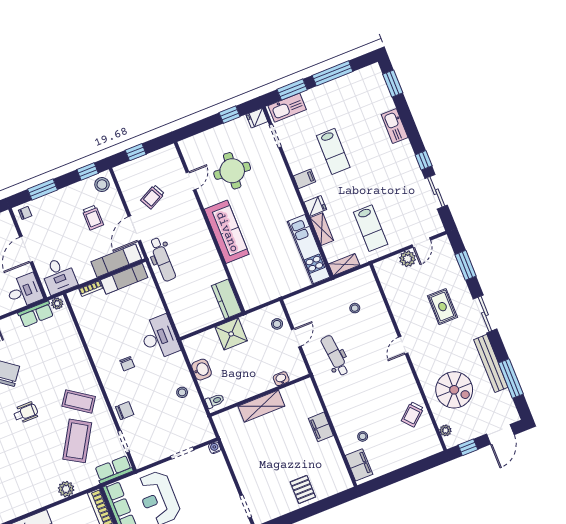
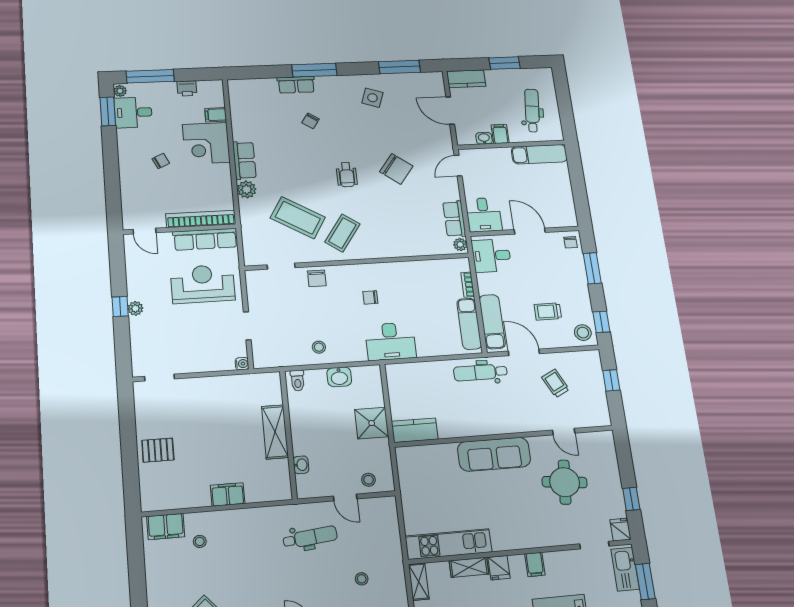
row of seats: (114, 470) -> (244, 160), moved

